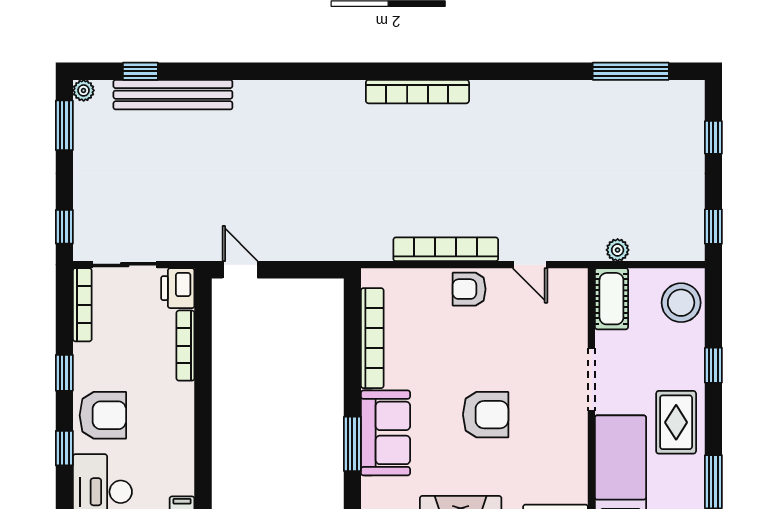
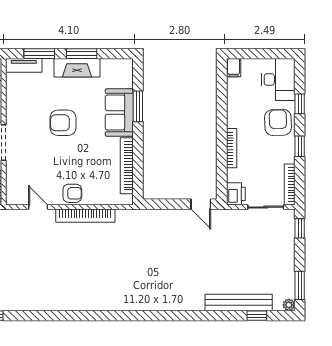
bookcase: (417, 92) -> (101, 304), removed
bookcase: (185, 346) -> (232, 148), moved
armchair: (103, 415) -> (278, 122), turned 88

